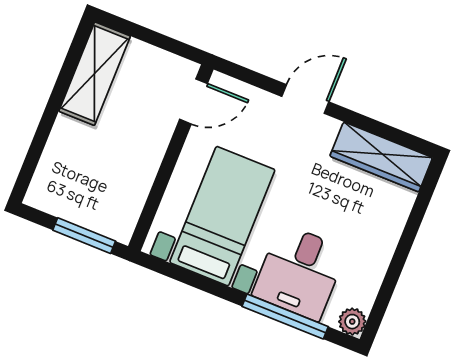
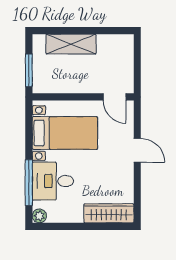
shelving: (95, 74) -> (71, 44), moved
wardrobe: (381, 157) -> (109, 213), moved, turned 90

